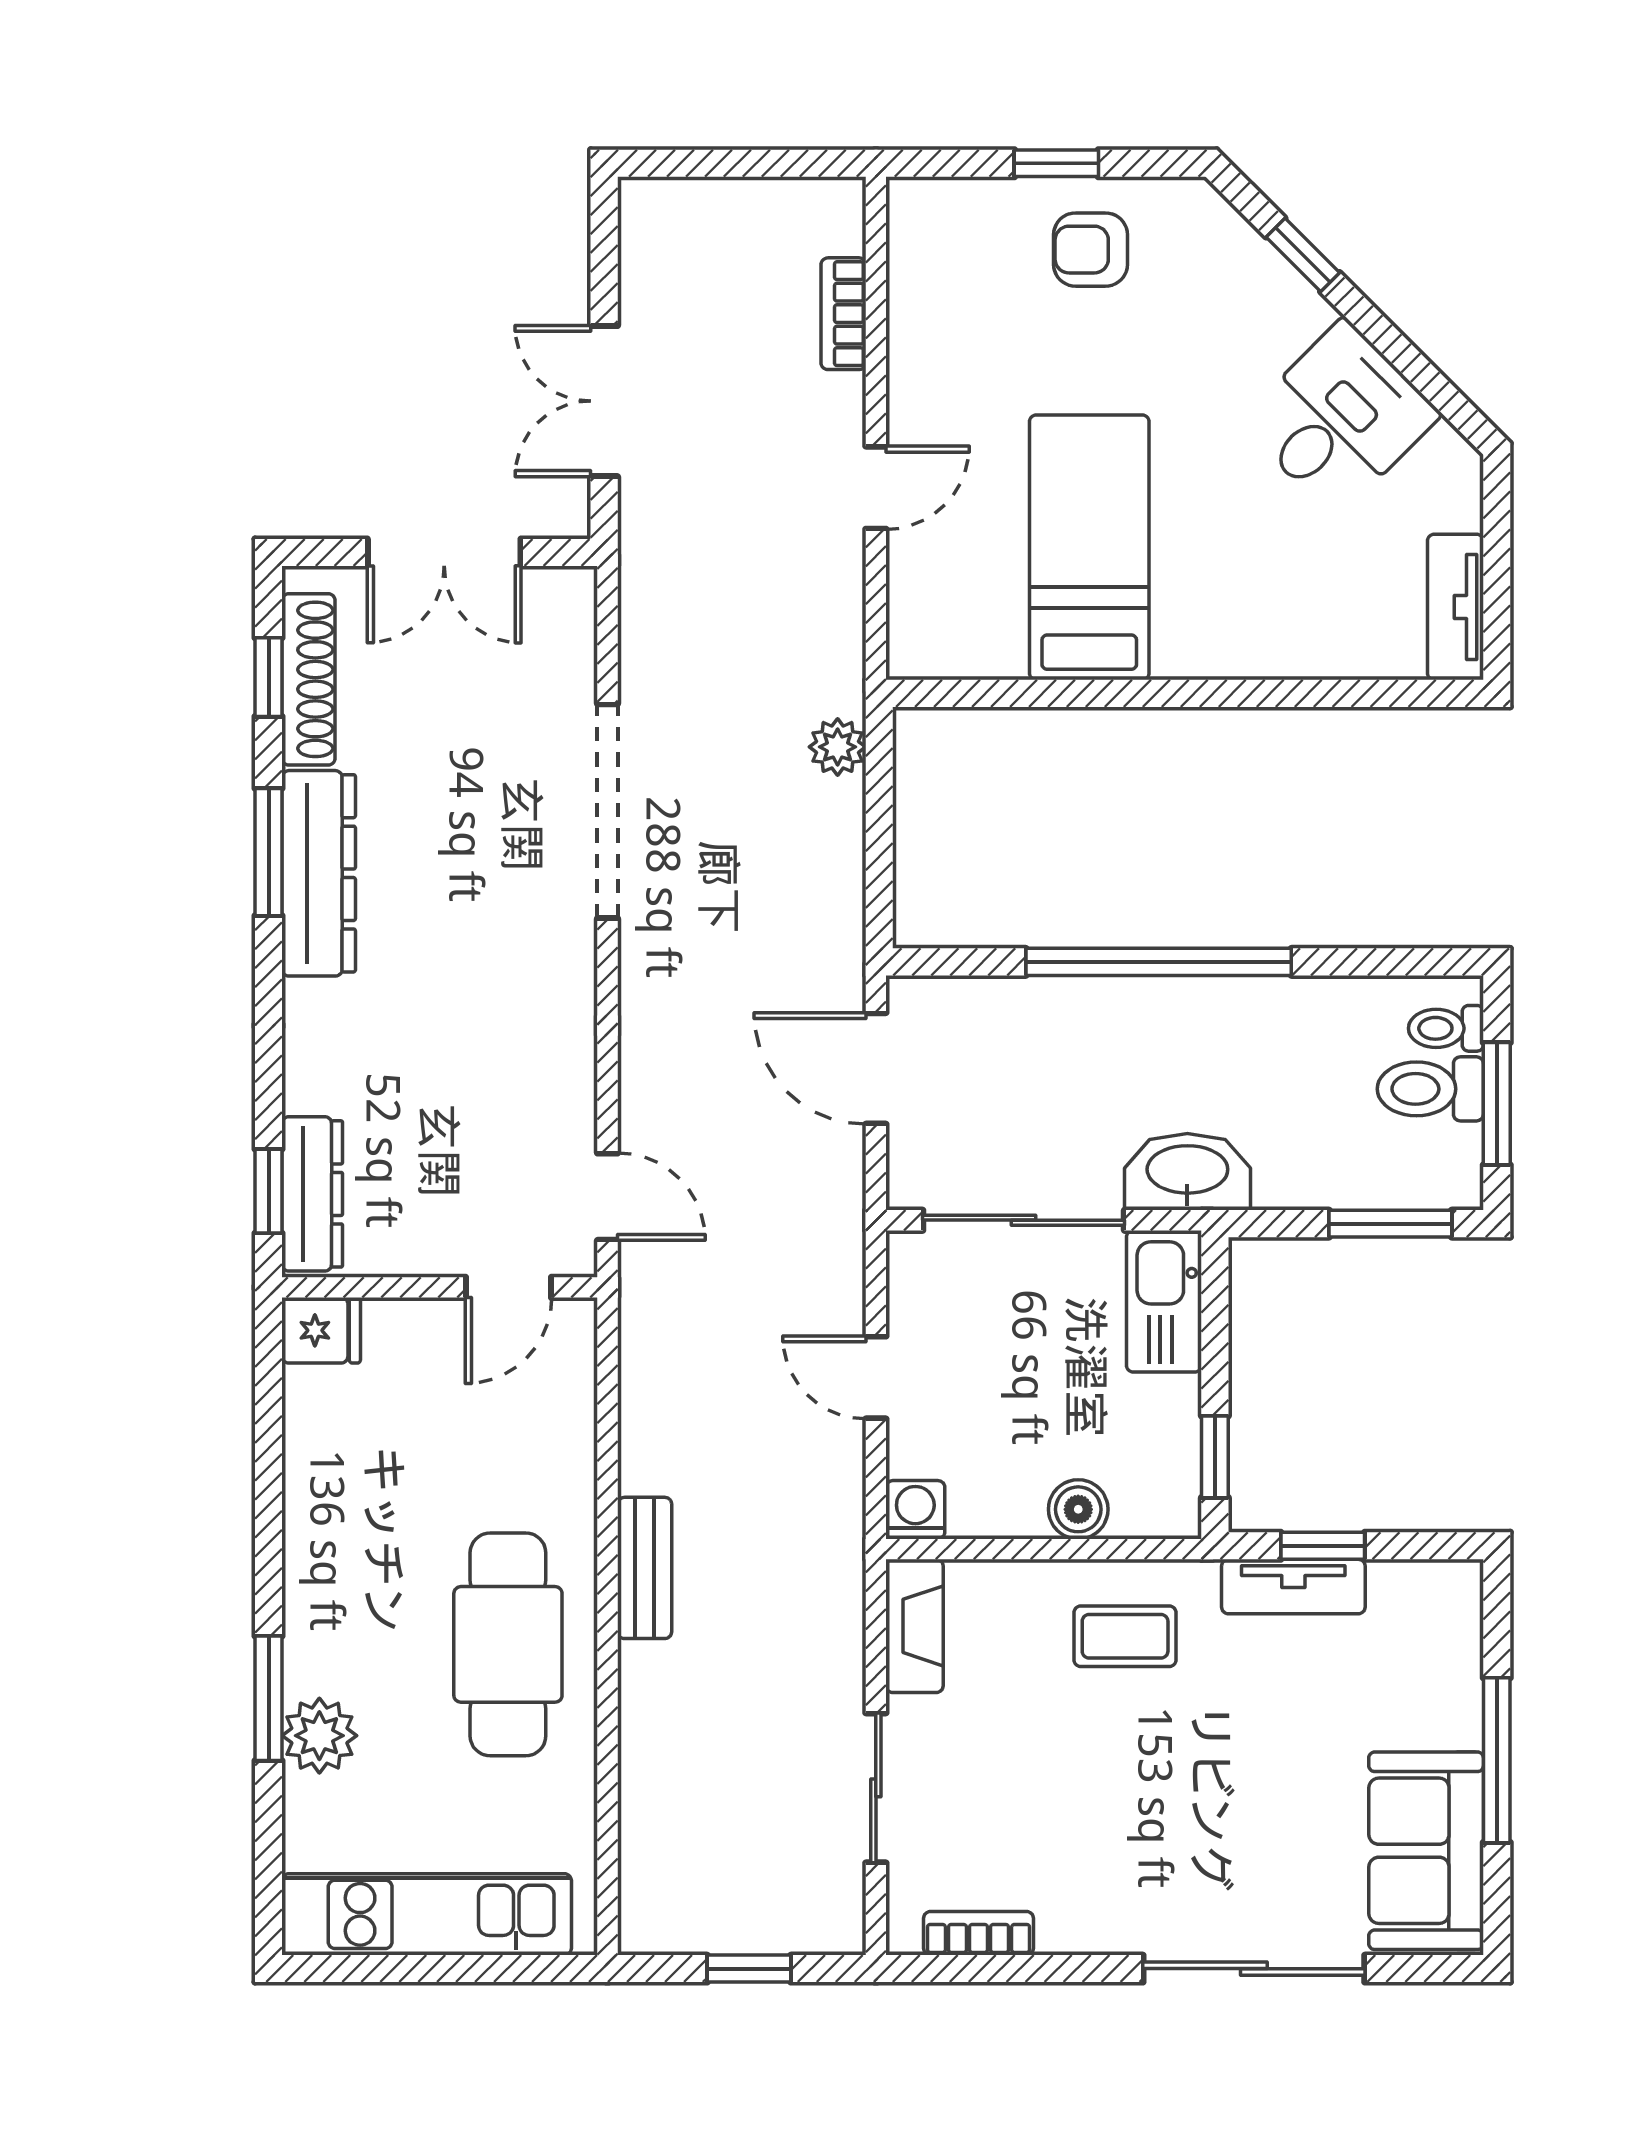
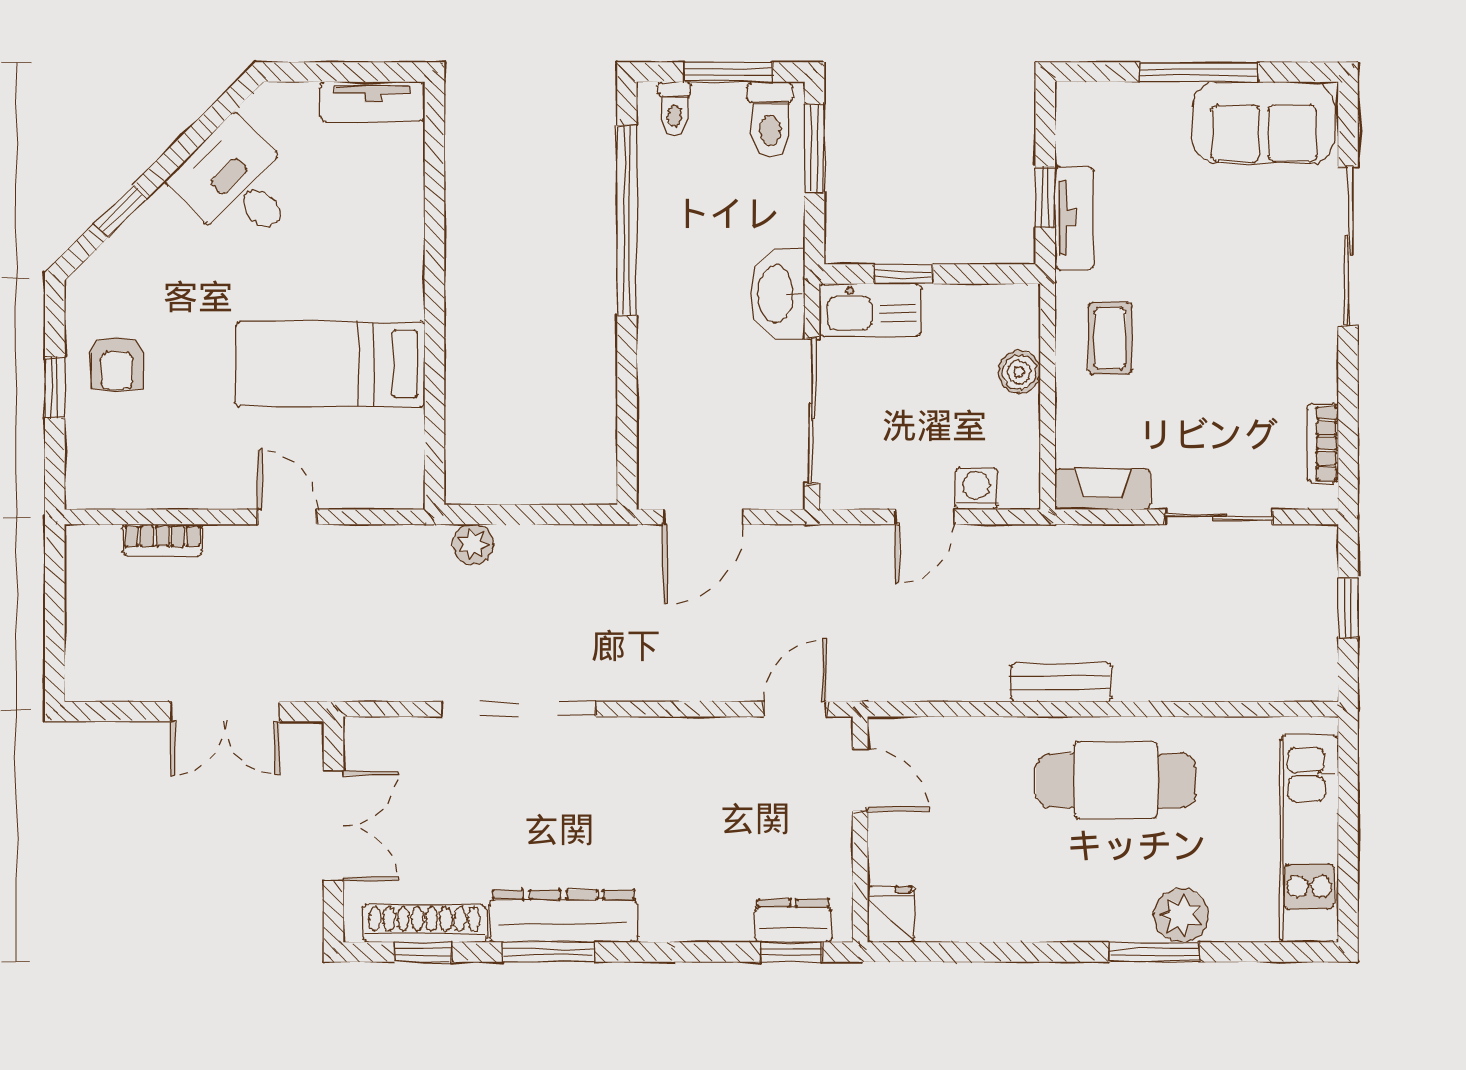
window: (1159, 962) -> (627, 221), moved
toilet: (1430, 1089) -> (770, 120), moved
dresser: (312, 1194) -> (793, 921), width x0.70
window: (1215, 1457) -> (903, 274), moved
washing machine: (915, 1510) -> (976, 489), moved, turned 90

